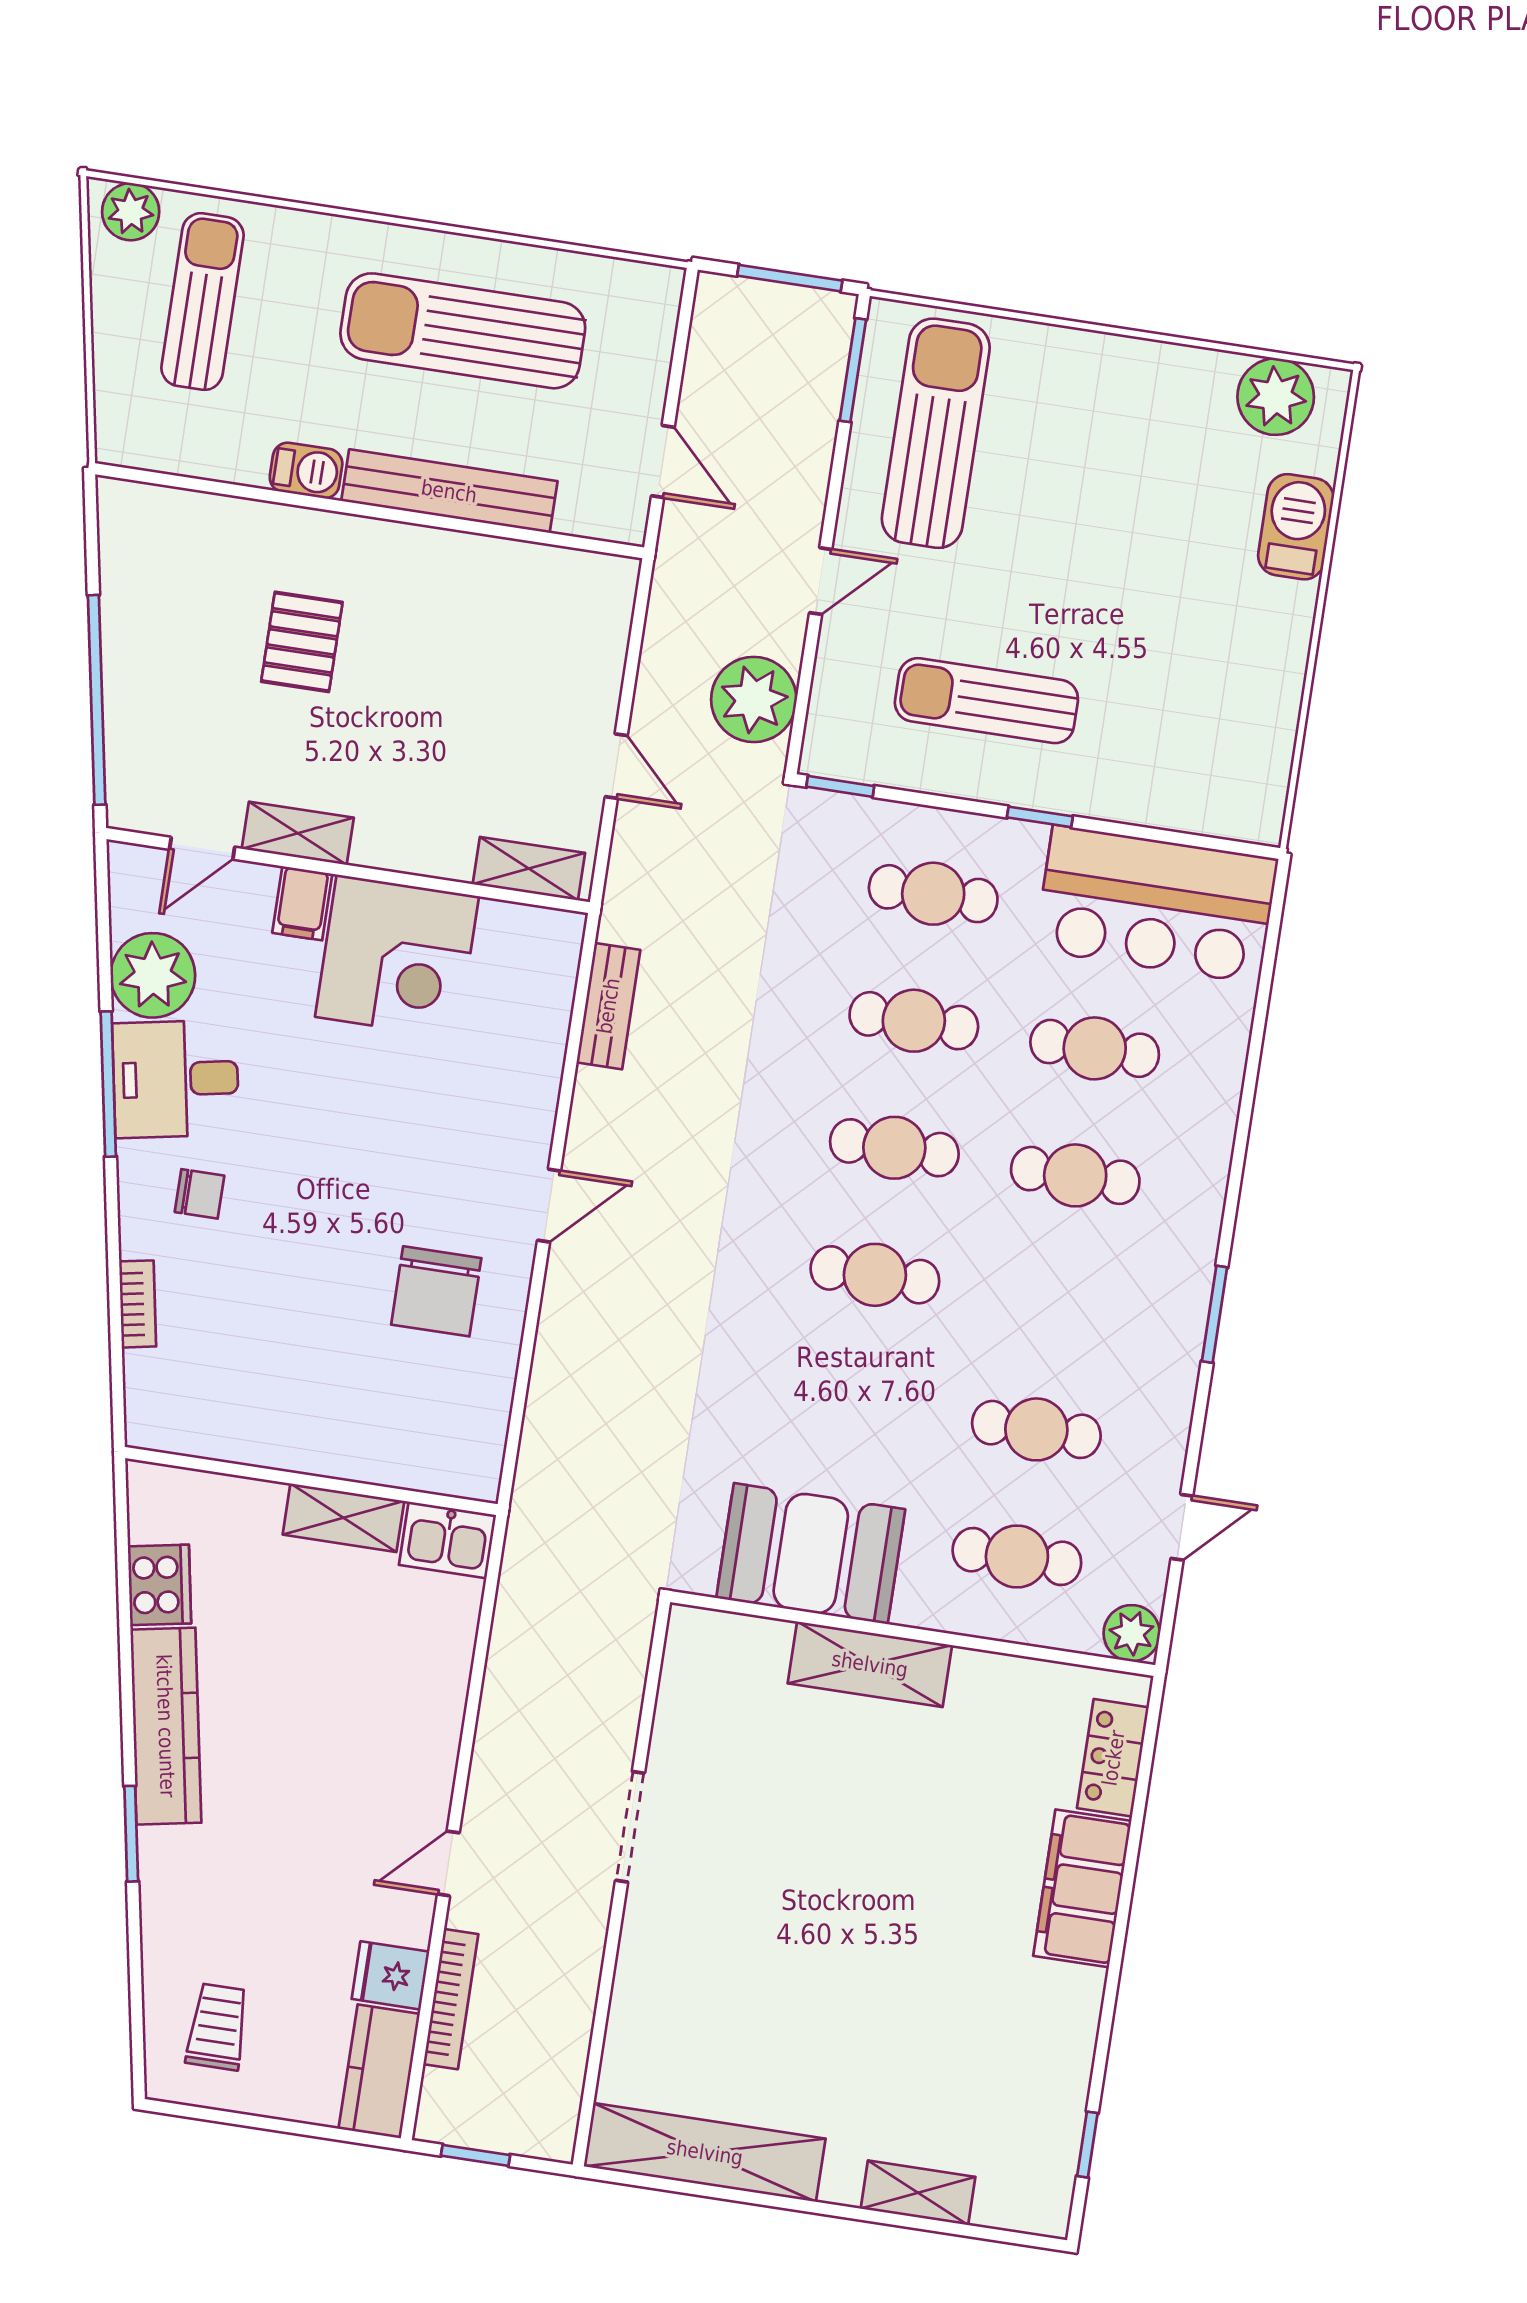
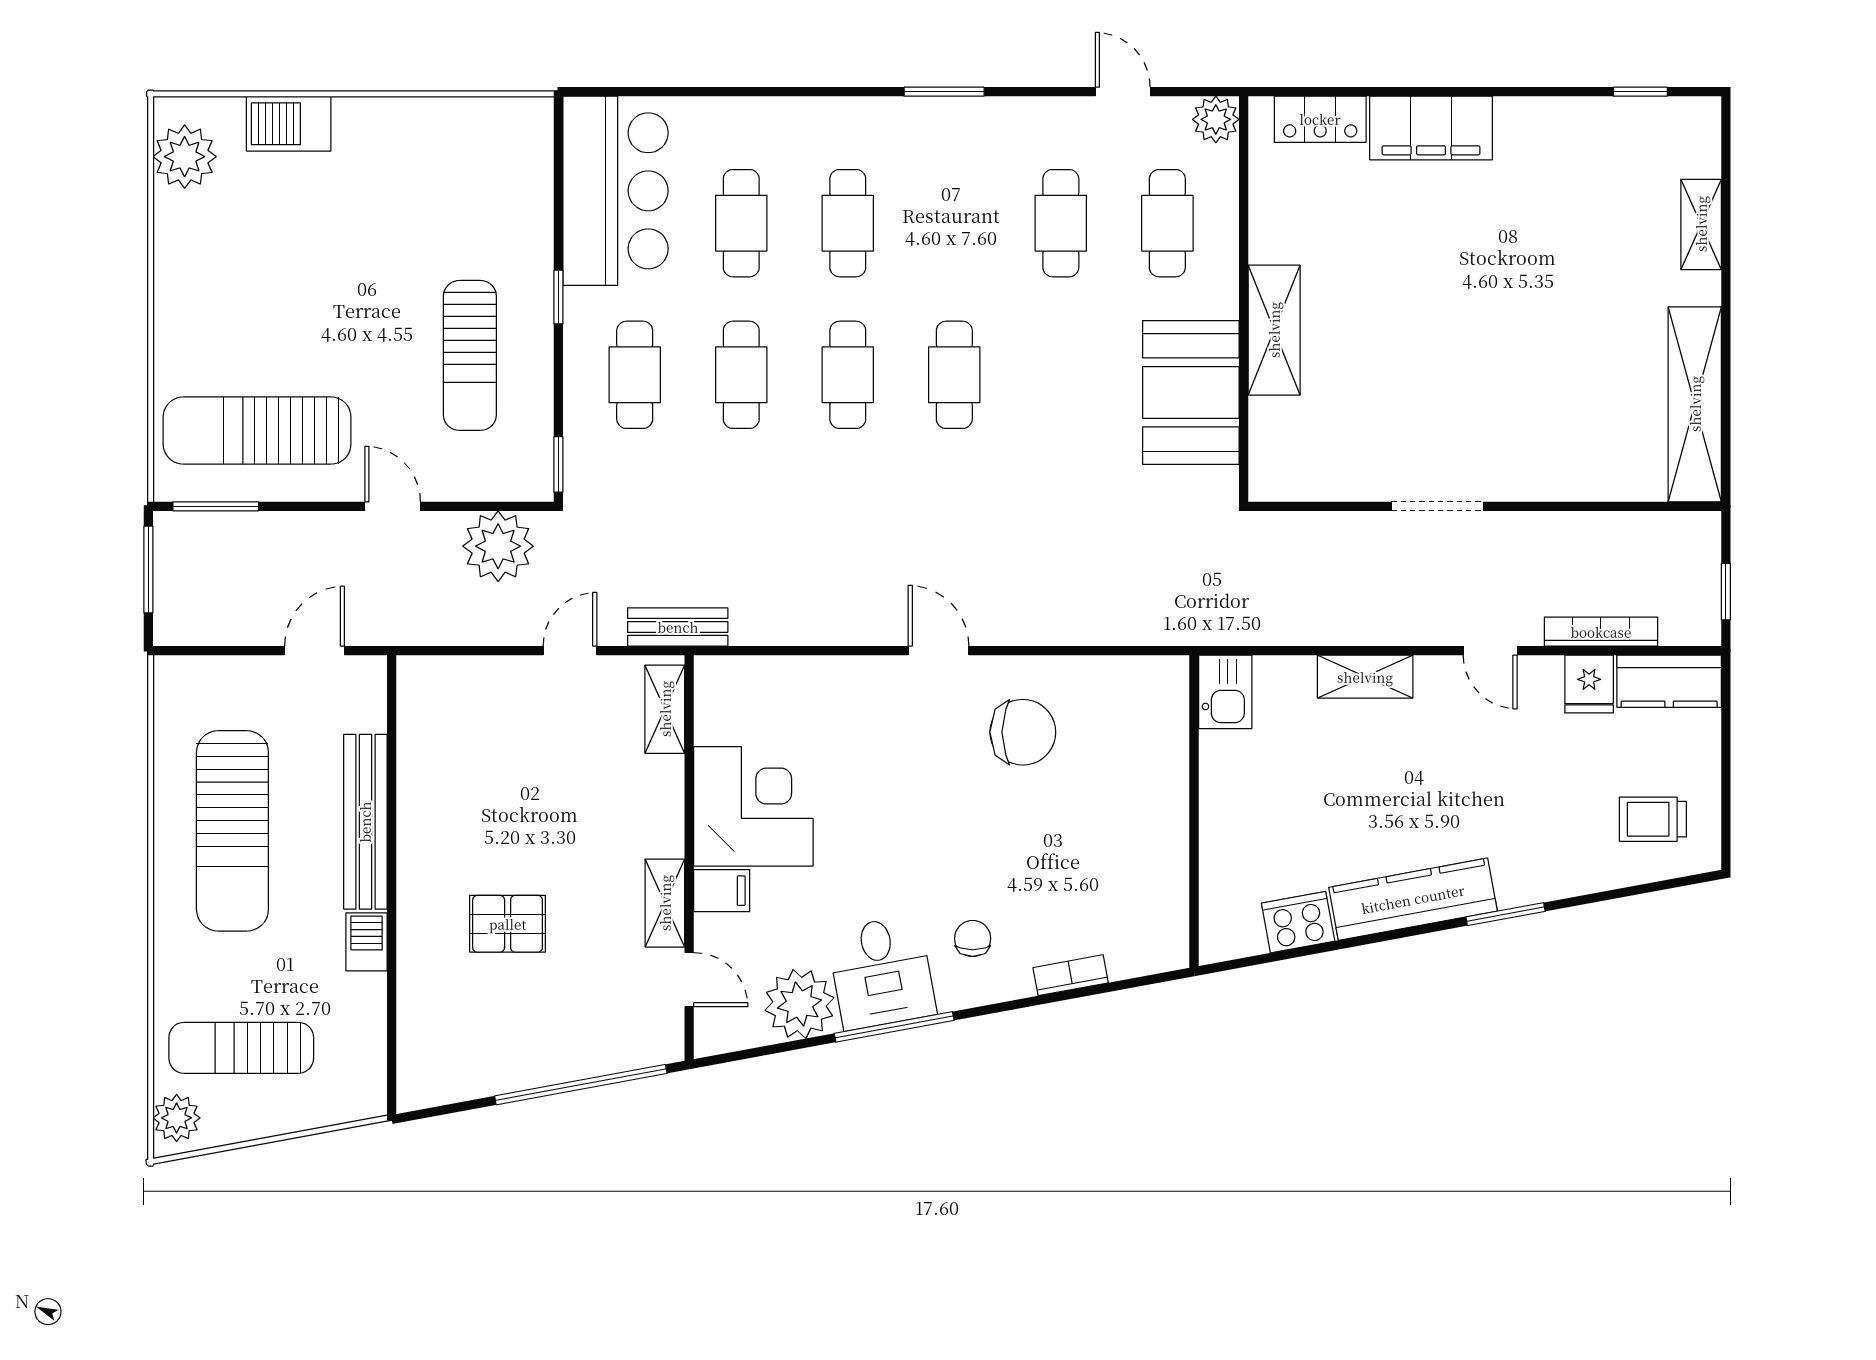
bench: (608, 1006) -> (678, 627), moved
shelving: (343, 1518) -> (1365, 677), moved, turned 90

